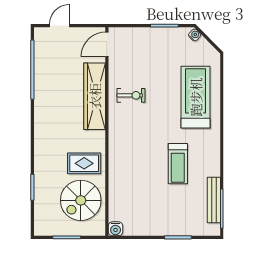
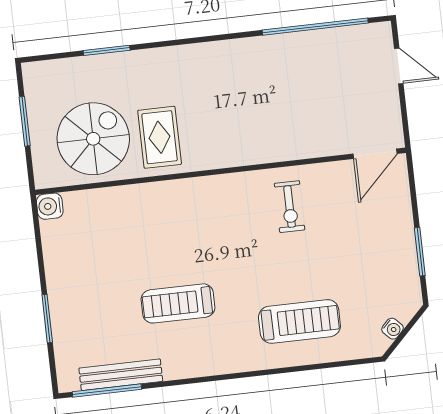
water cooler: (195, 35) -> (392, 329), moved
door: (107, 44) -> (375, 154), swing flipped
wardrobe: (95, 96) -> (281, 142), removed
treadmill: (196, 97) -> (299, 321), width x0.73, depth x0.73
spiral stairs: (81, 200) -> (93, 139), turned 90

